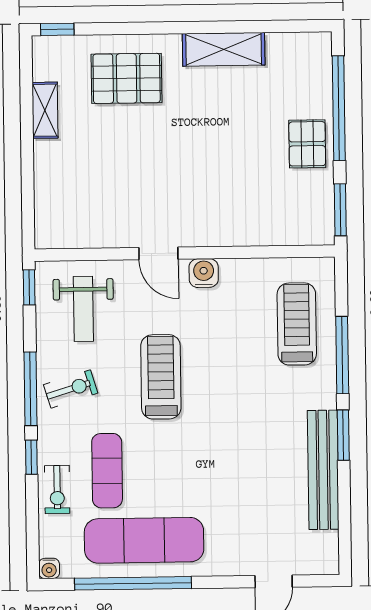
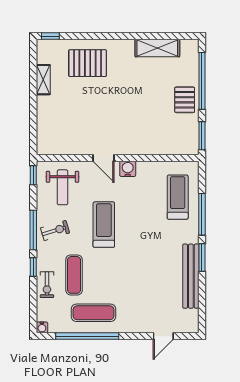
shelving: (224, 49) -> (157, 48), moved
exercise mat: (144, 540) -> (94, 313), width x0.73, depth x0.69

